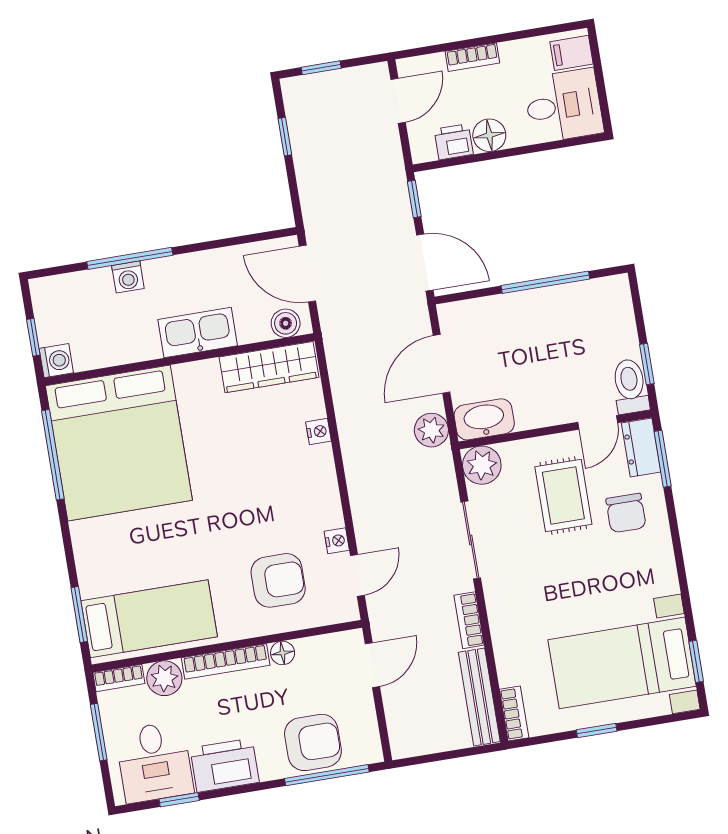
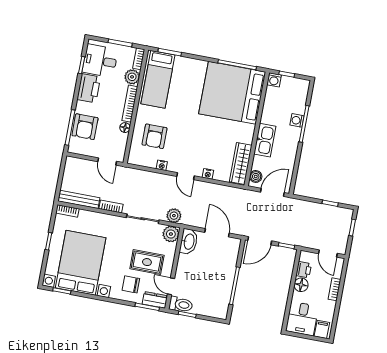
plant: (431, 430) -> (174, 216), moved
door: (357, 575) -> (185, 176), moved
bed with nightstands: (622, 663) -> (81, 263), width x1.36

